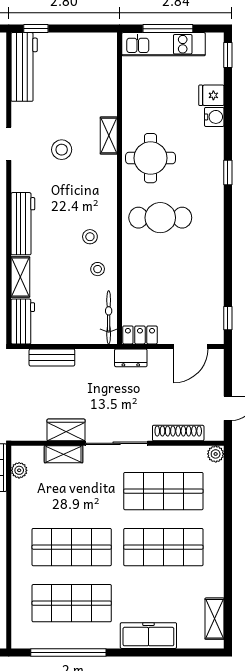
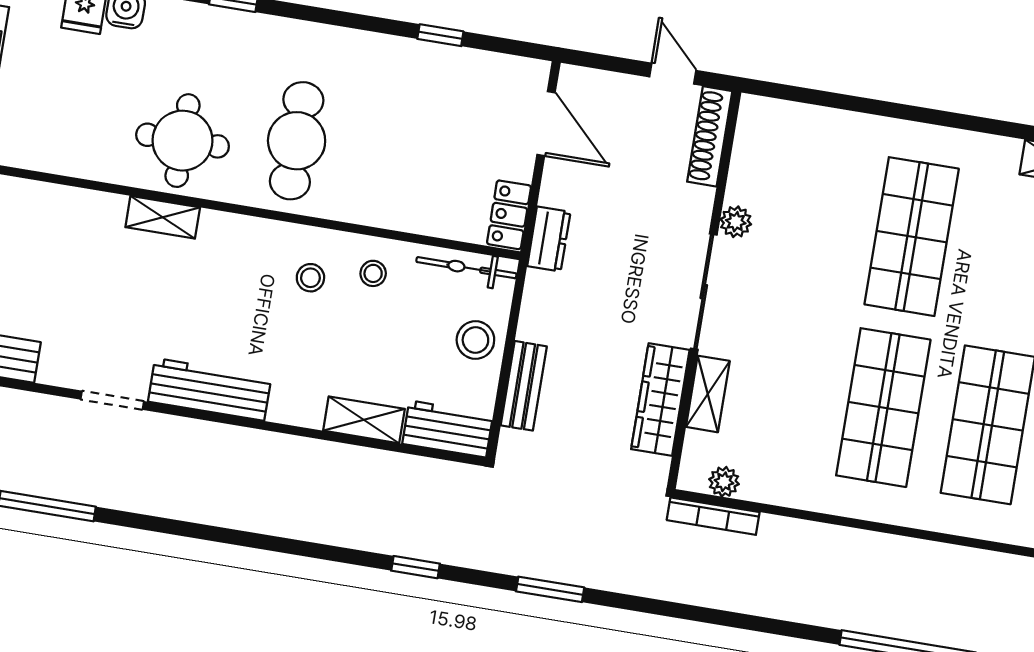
shelving: (109, 136) -> (163, 217), moved
stool: (62, 150) -> (475, 340), moved
workbench: (23, 224) -> (210, 389), moved
window: (228, 318) -> (440, 35), moved
wardrobe: (66, 430) -> (660, 400), width x1.50
shoe rack: (178, 433) -> (710, 136), moved
plant: (216, 454) -> (736, 222), moved
shop shelf: (163, 491) -> (807, 219), removed

